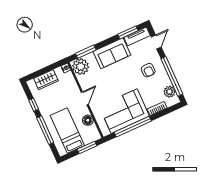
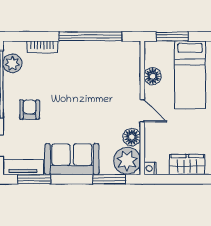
floor lamp: (84, 81) -> (132, 137), added
door: (85, 98) -> (142, 111), swing flipped
corner sofa: (124, 111) -> (93, 65), removed

